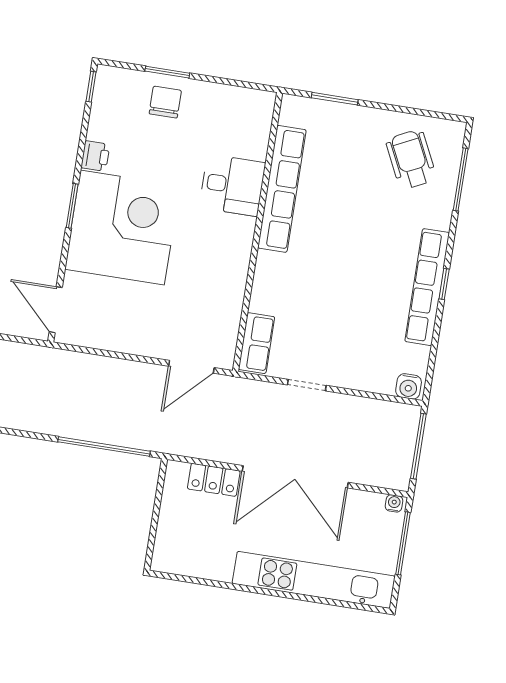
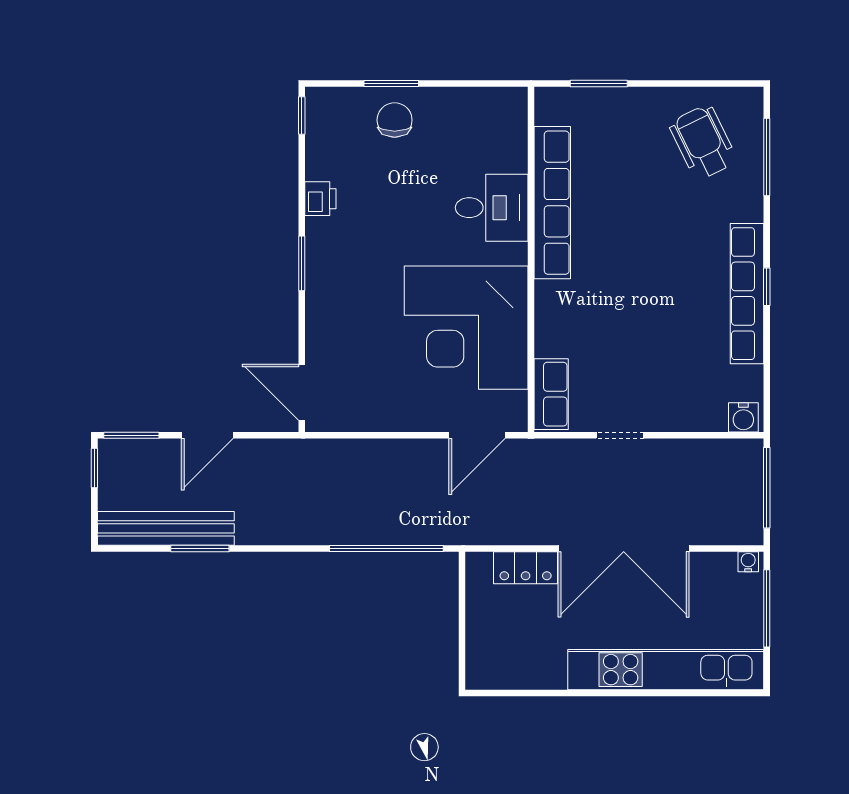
corner desk: (122, 228) -> (466, 328), moved, turned 180

